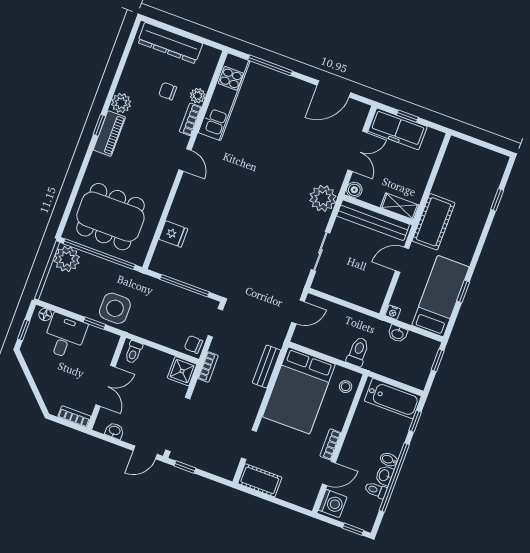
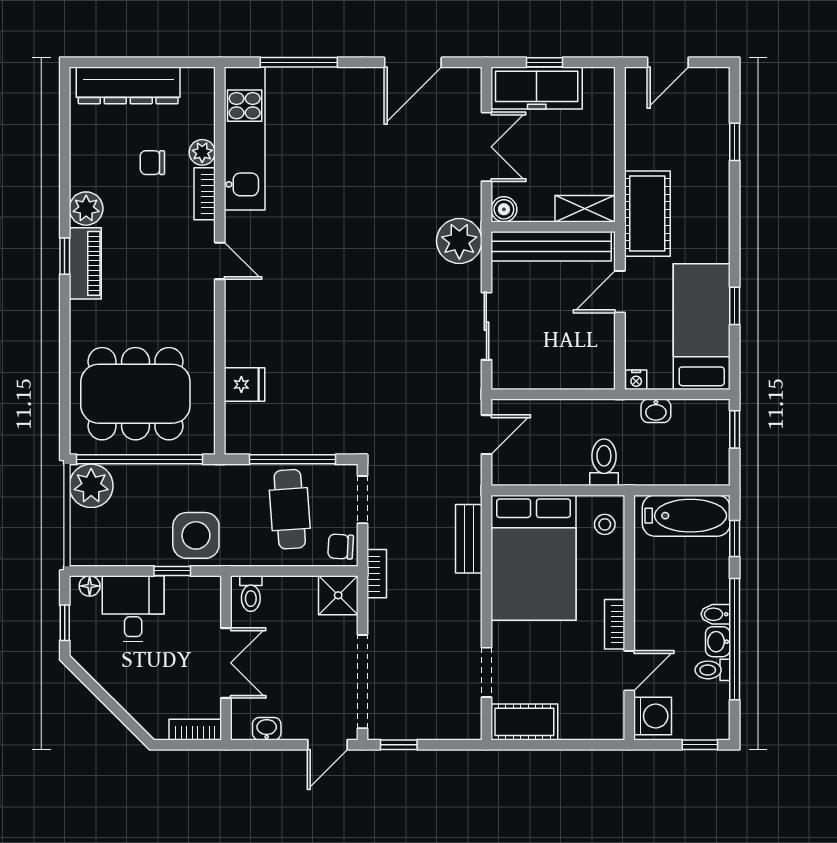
door: (476, 142) -> (668, 62), added
cafe table: (173, 313) -> (290, 509), added

